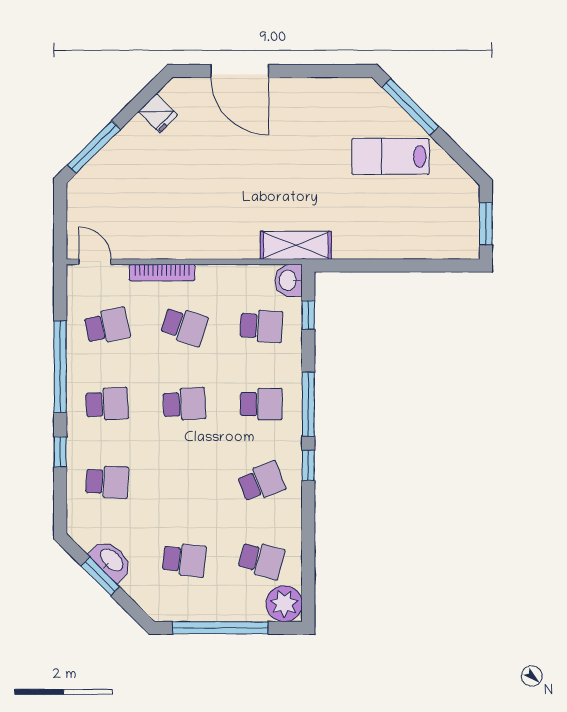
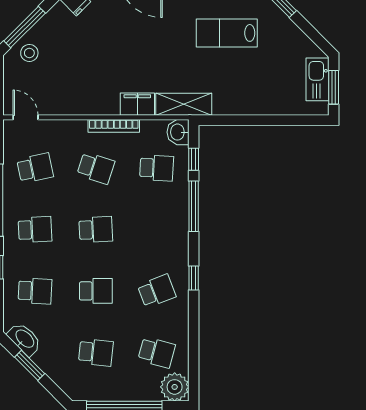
lab bench: (391, 156) -> (227, 33), moved
stool: (100, 180) -> (29, 53), added
kitchen sink: (465, 214) -> (317, 79), added
filing cabinet: (237, 245) -> (137, 104), added
bookcase: (162, 273) -> (114, 126), moved
school desk: (261, 404) -> (96, 291), moved
window: (308, 404) -> (194, 206), moved
washbasin: (111, 560) -> (24, 339), moved

